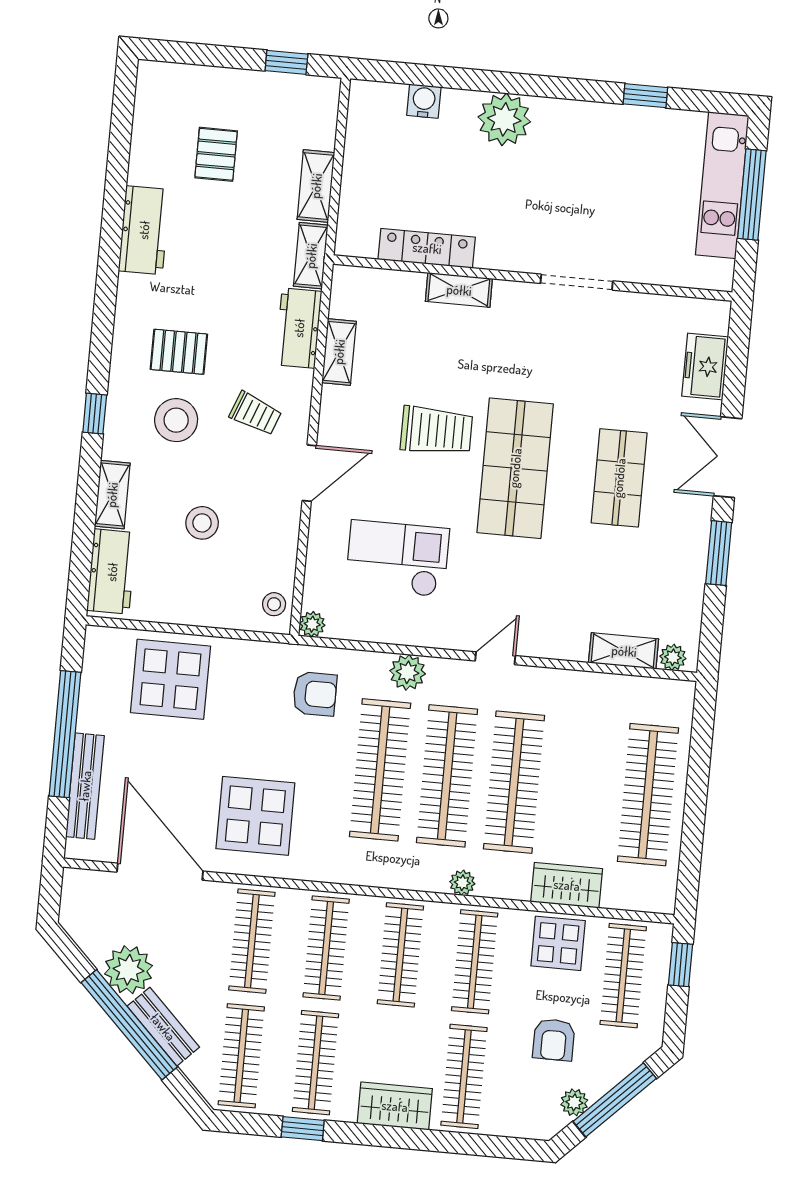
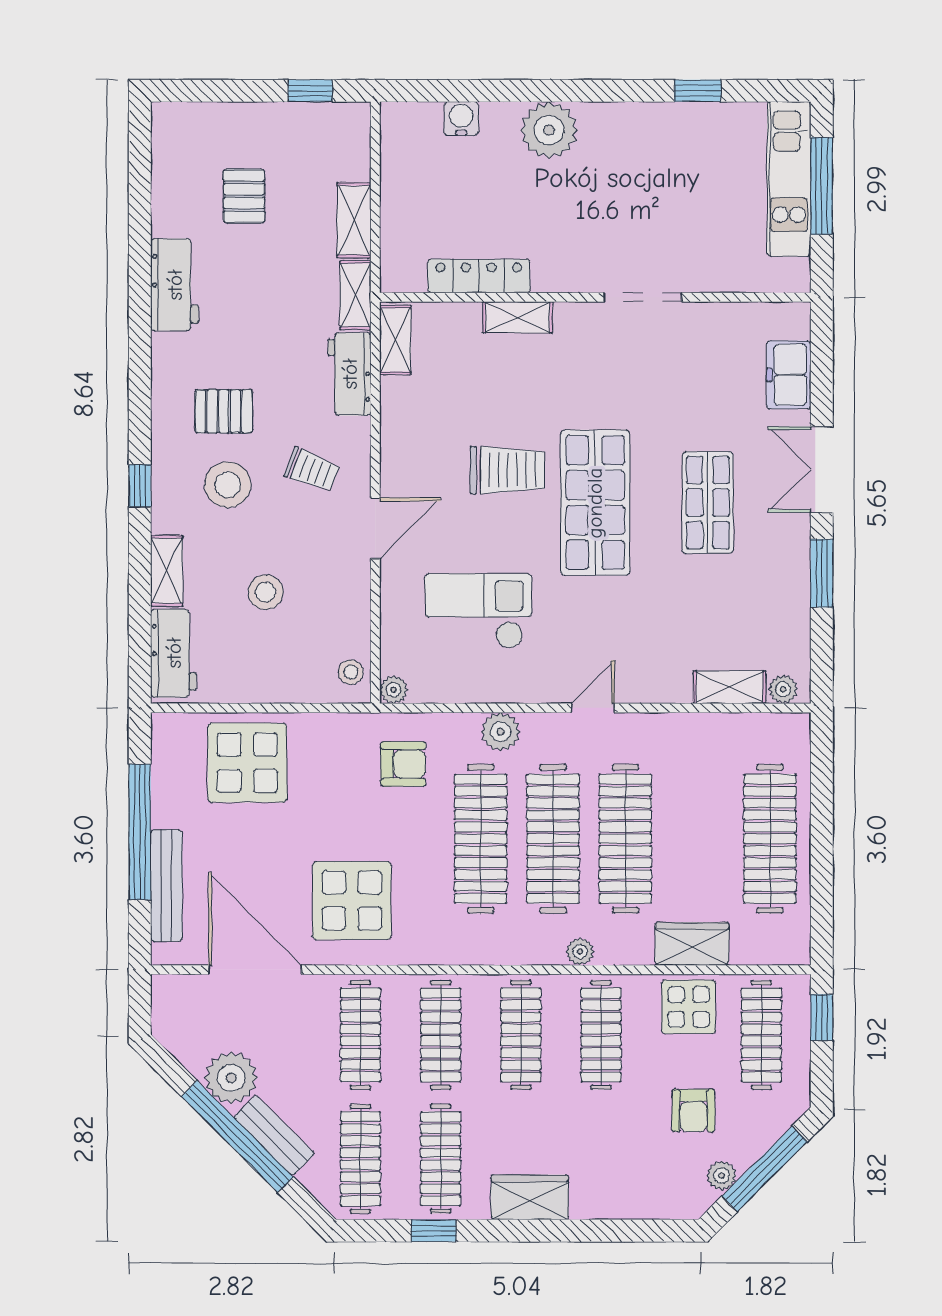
shelving: (339, 352) -> (395, 340), moved
clothes rail: (464, 1076) -> (601, 1159), removed

